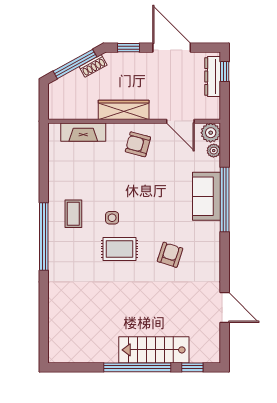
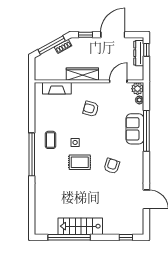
door: (172, 48) -> (113, 35), hinge flipped
door: (180, 121) -> (118, 81), swing flipped
armchair: (138, 144) -> (91, 109), moved
stairs: (154, 350) -> (80, 226), moved
window: (137, 367) -> (69, 237), moved

